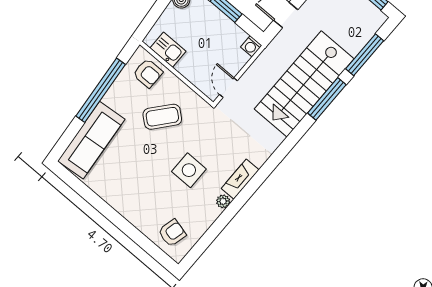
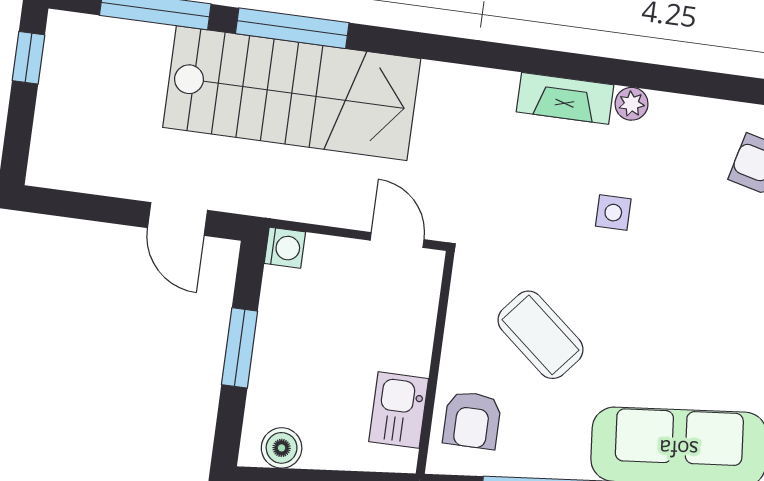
armchair: (148, 73) -> (472, 420), turned 180
door: (228, 88) -> (397, 240), swing flipped
side table: (189, 170) -> (613, 213), width x0.54, depth x0.54

